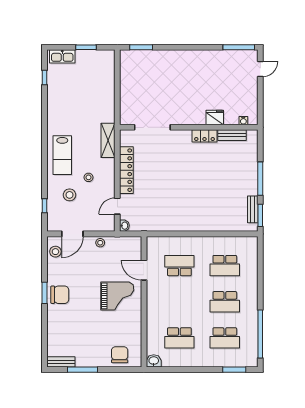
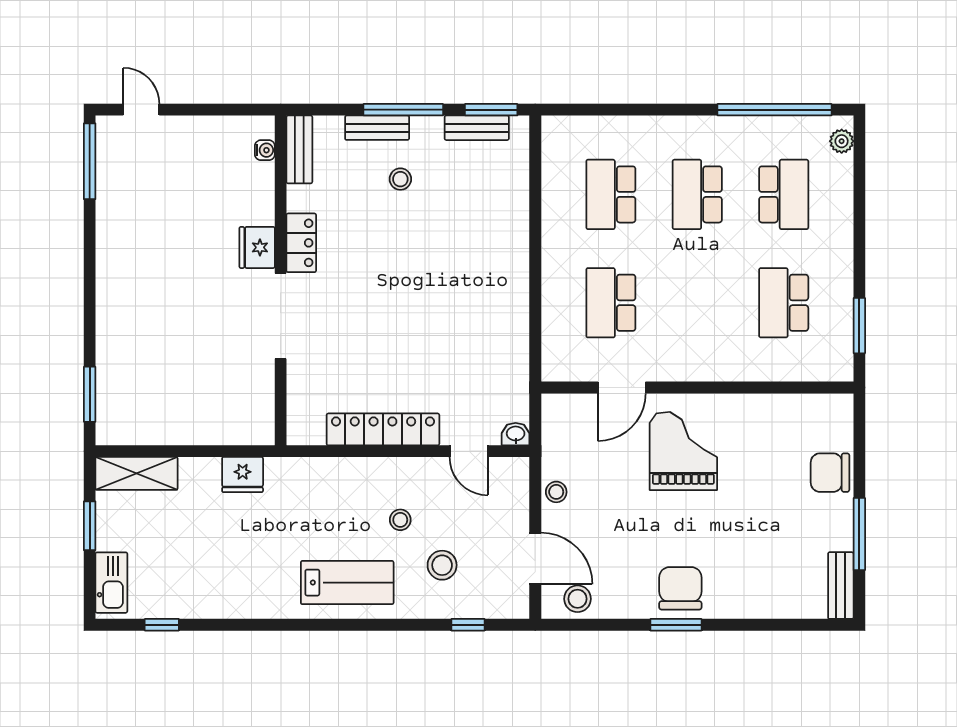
fridge: (107, 111) -> (243, 475), added
fridge: (215, 117) -> (257, 247), moved
doorway: (152, 127) -> (281, 316), moved
bench: (232, 135) -> (299, 149), moved
shelving: (108, 140) -> (137, 473), moved
bench: (253, 168) -> (377, 128), added
stool: (231, 177) -> (400, 179), added
school desk: (225, 266) -> (611, 194), turned 180
school desk: (225, 302) -> (697, 194), turned 180
school desk: (179, 338) -> (784, 303), turned 180
chair: (120, 355) -> (830, 473), moved
washbasin: (154, 361) -> (839, 364), removed
plant: (247, 362) -> (842, 141), added
window: (234, 370) -> (859, 326), moved

